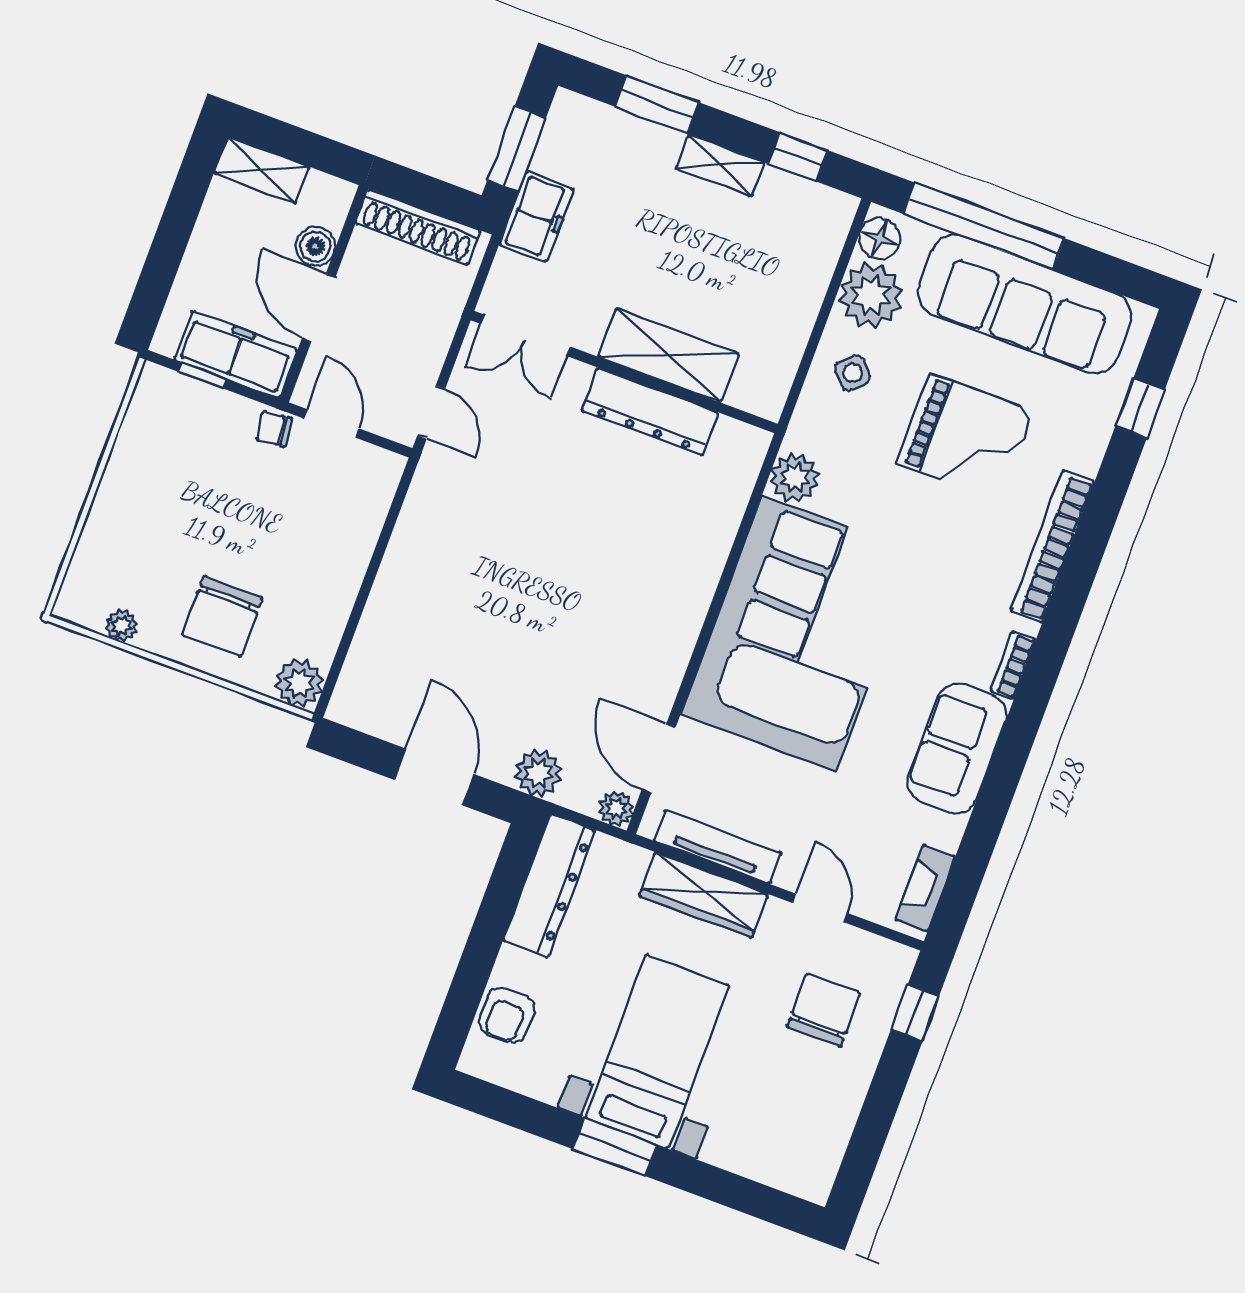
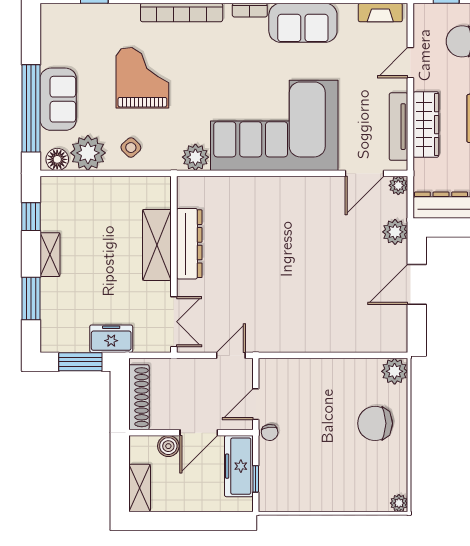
sofa: (1025, 304) -> (58, 99), width x0.54, depth x0.79
chair: (222, 616) -> (375, 423), turned 180
plant: (122, 626) -> (399, 503), moved

